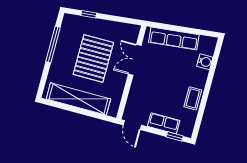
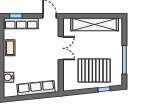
pallet: (93, 58) -> (94, 71), moved, turned 90
double door: (135, 60) -> (61, 48), moved
row of seats: (164, 123) -> (21, 23), width x1.48

